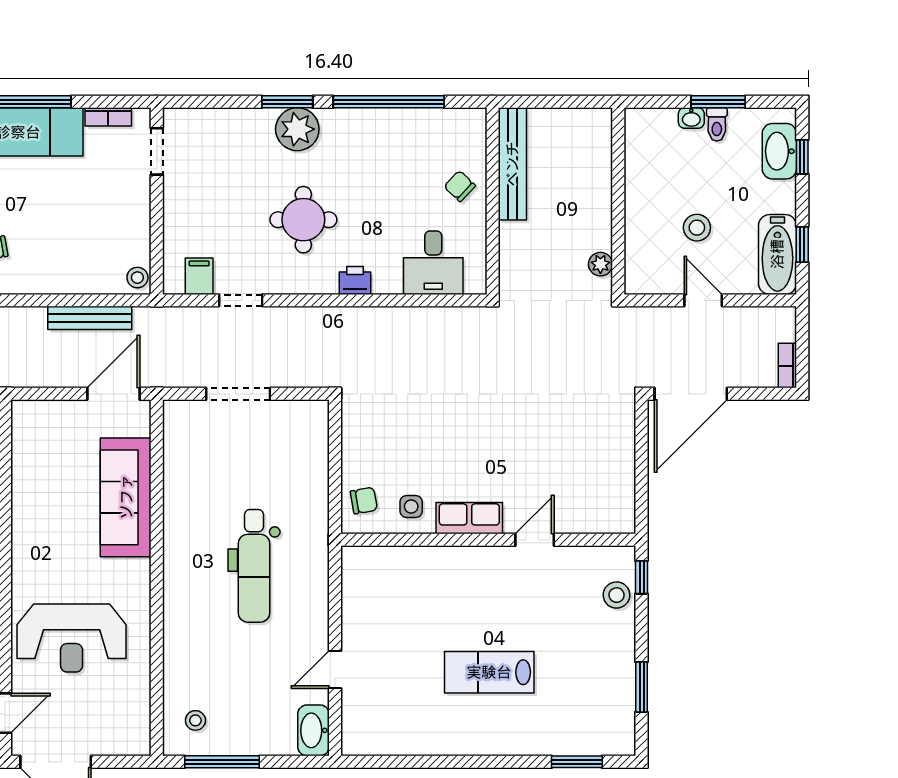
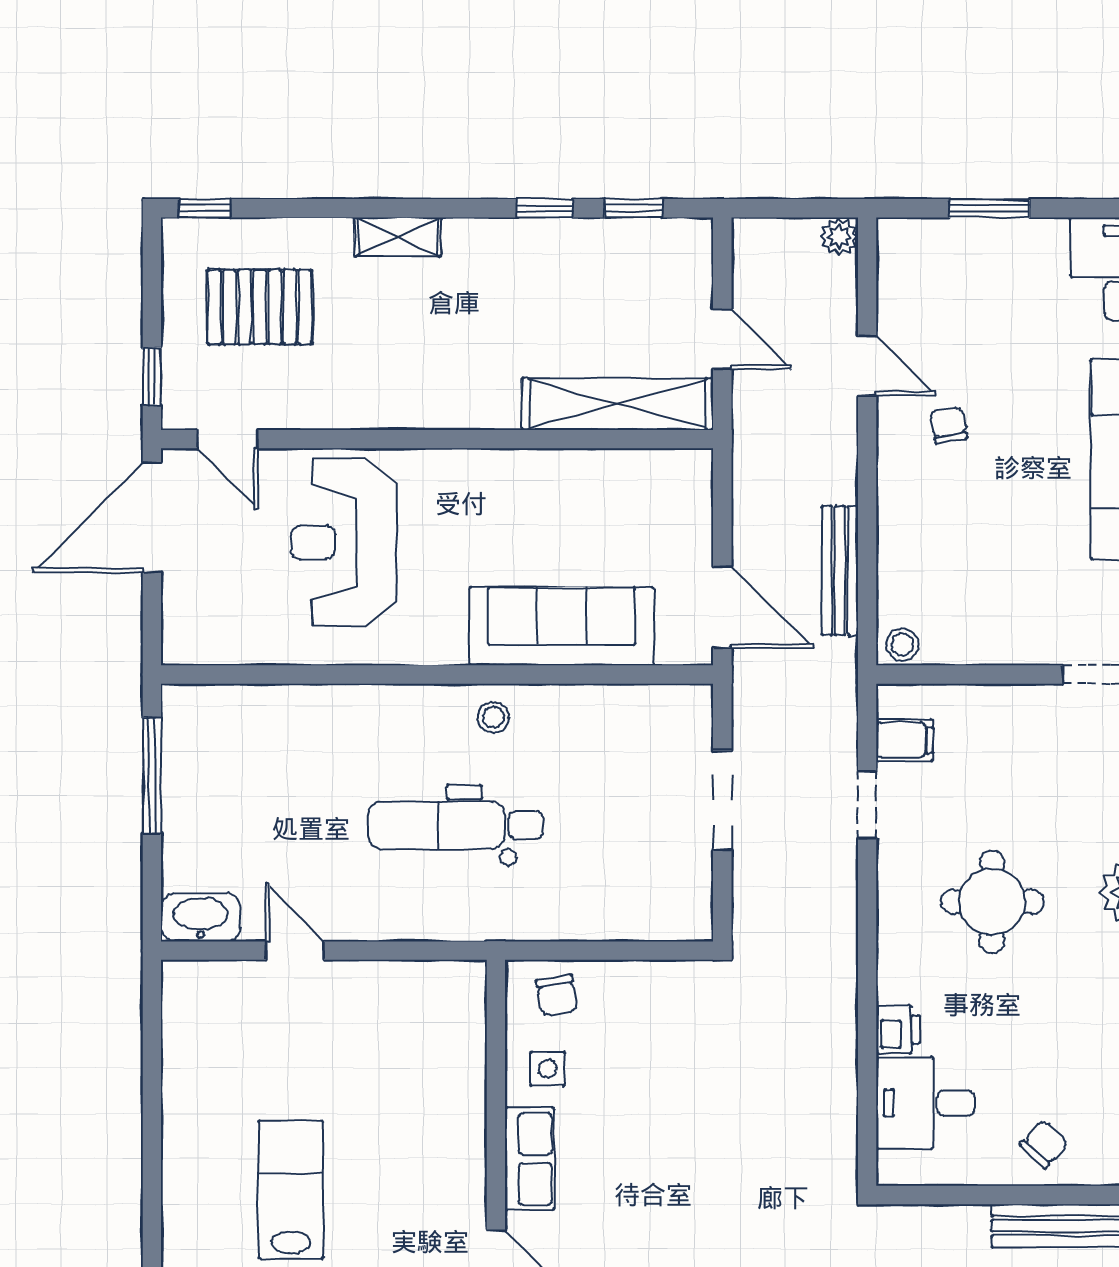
printer: (355, 280) -> (898, 1029), moved
stool: (195, 720) -> (493, 717), moved

